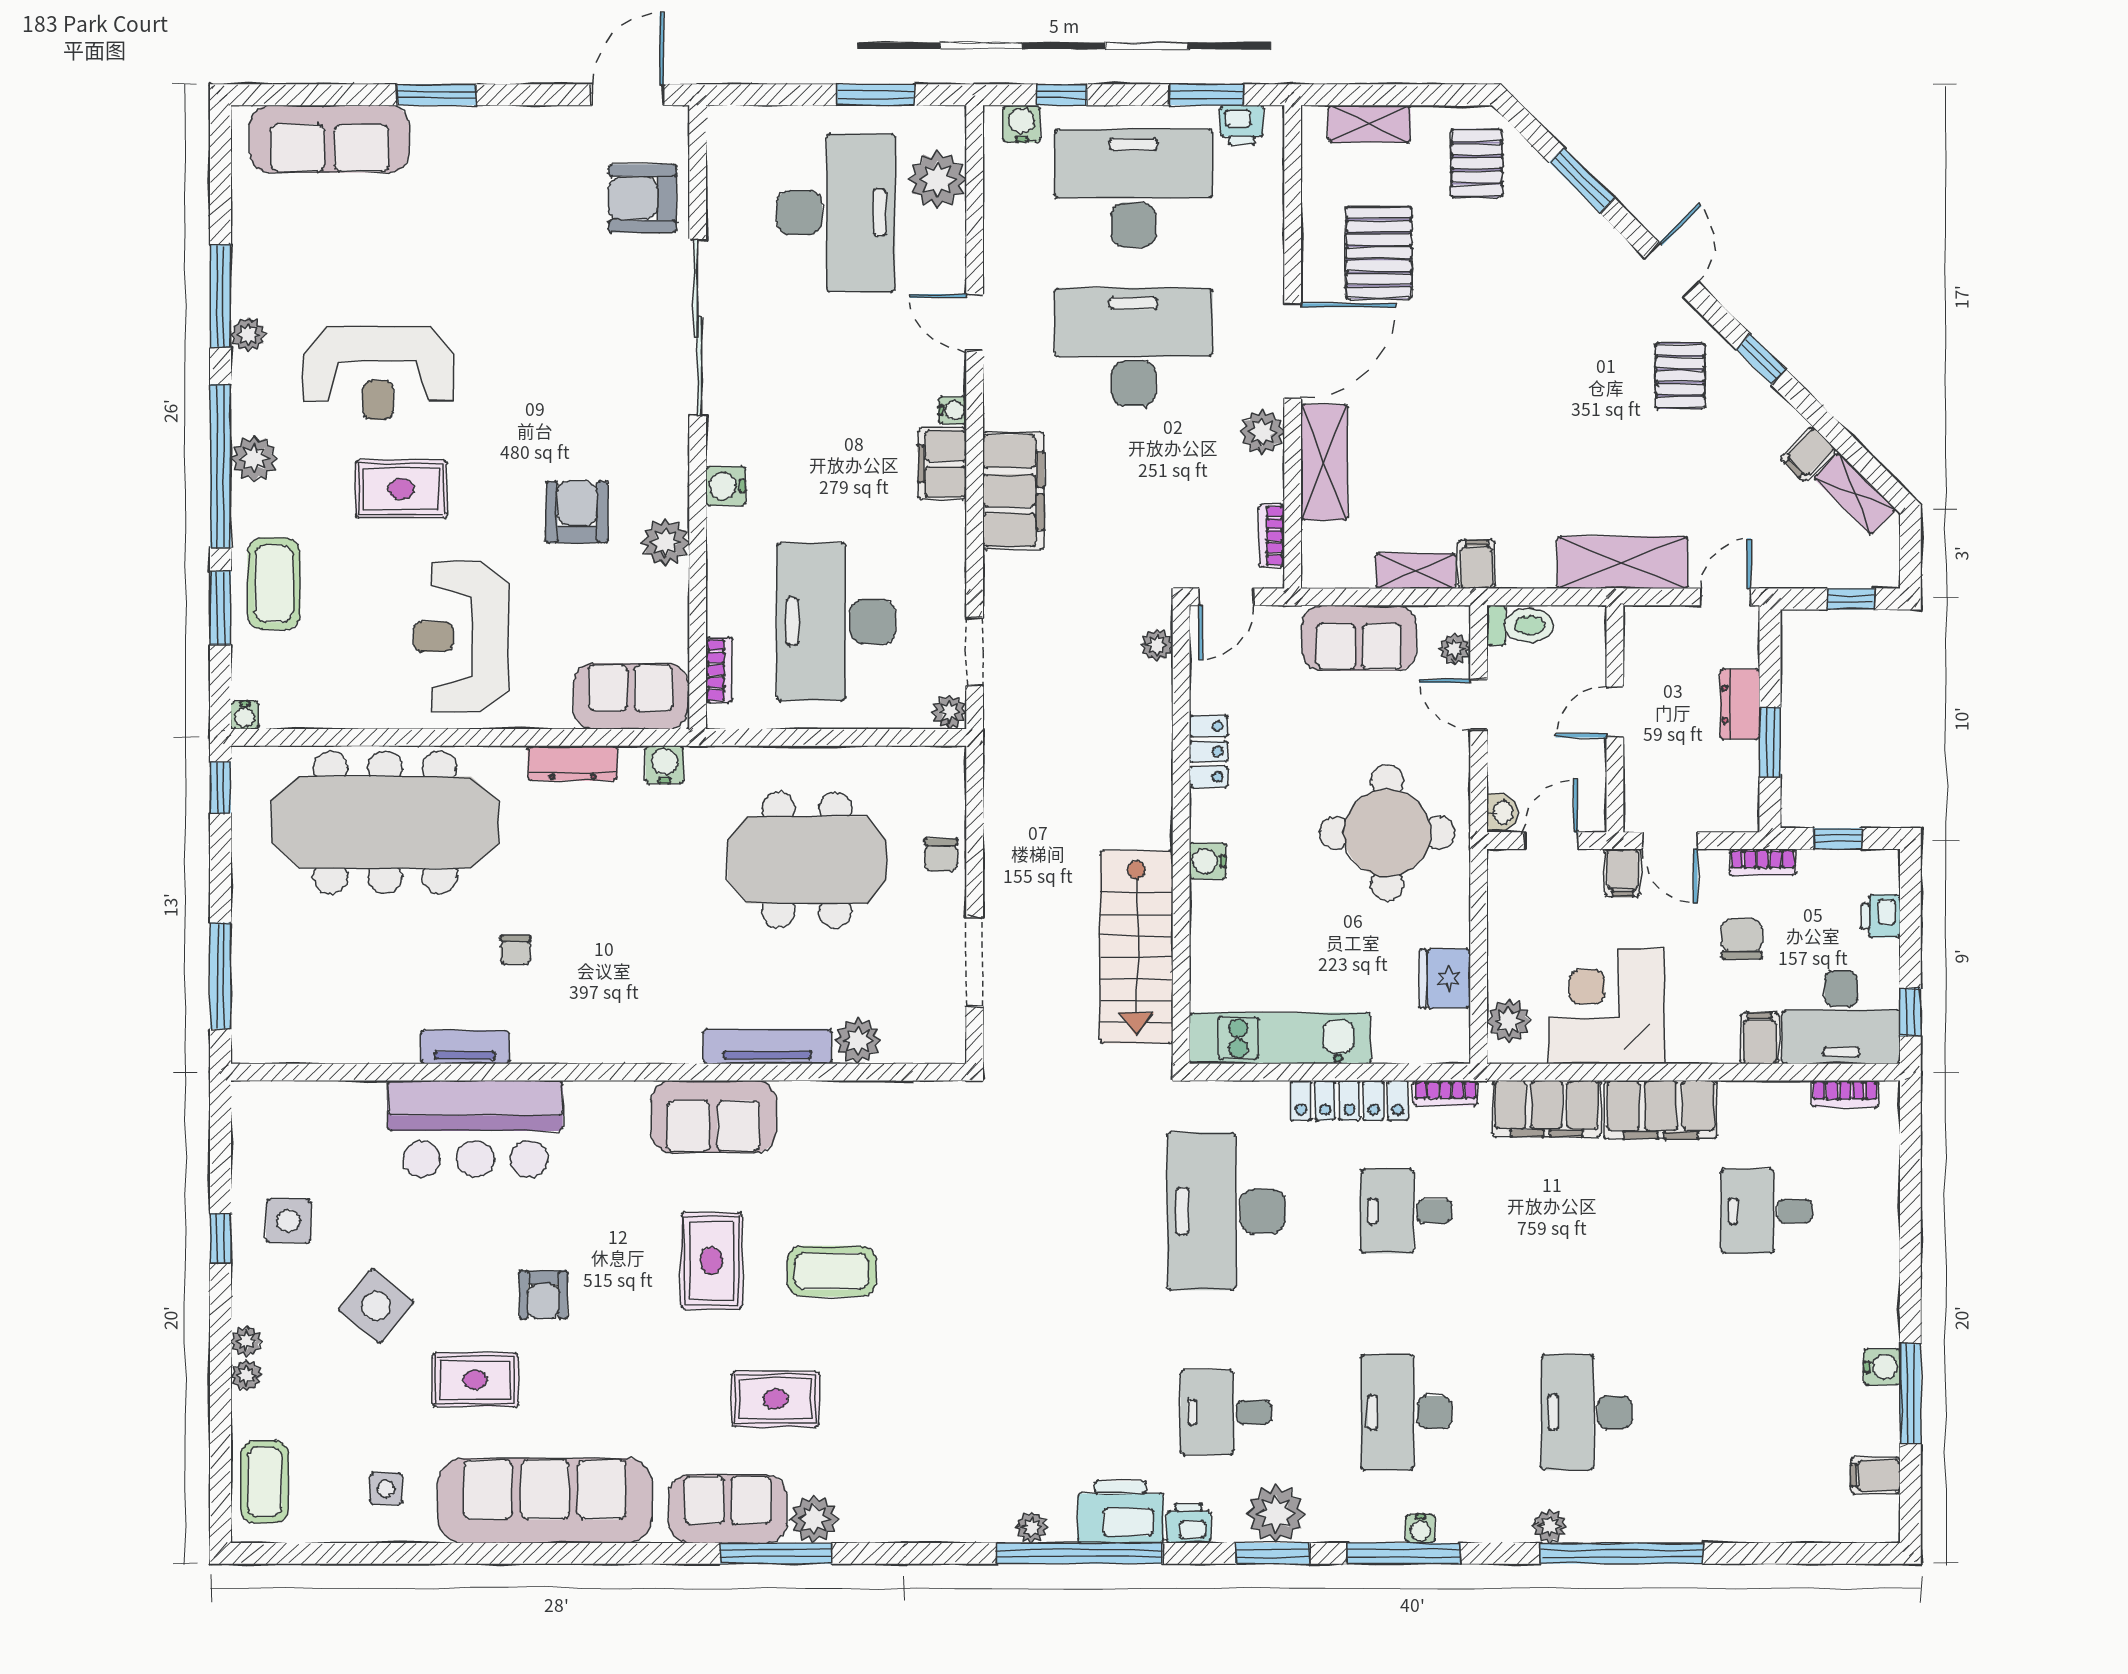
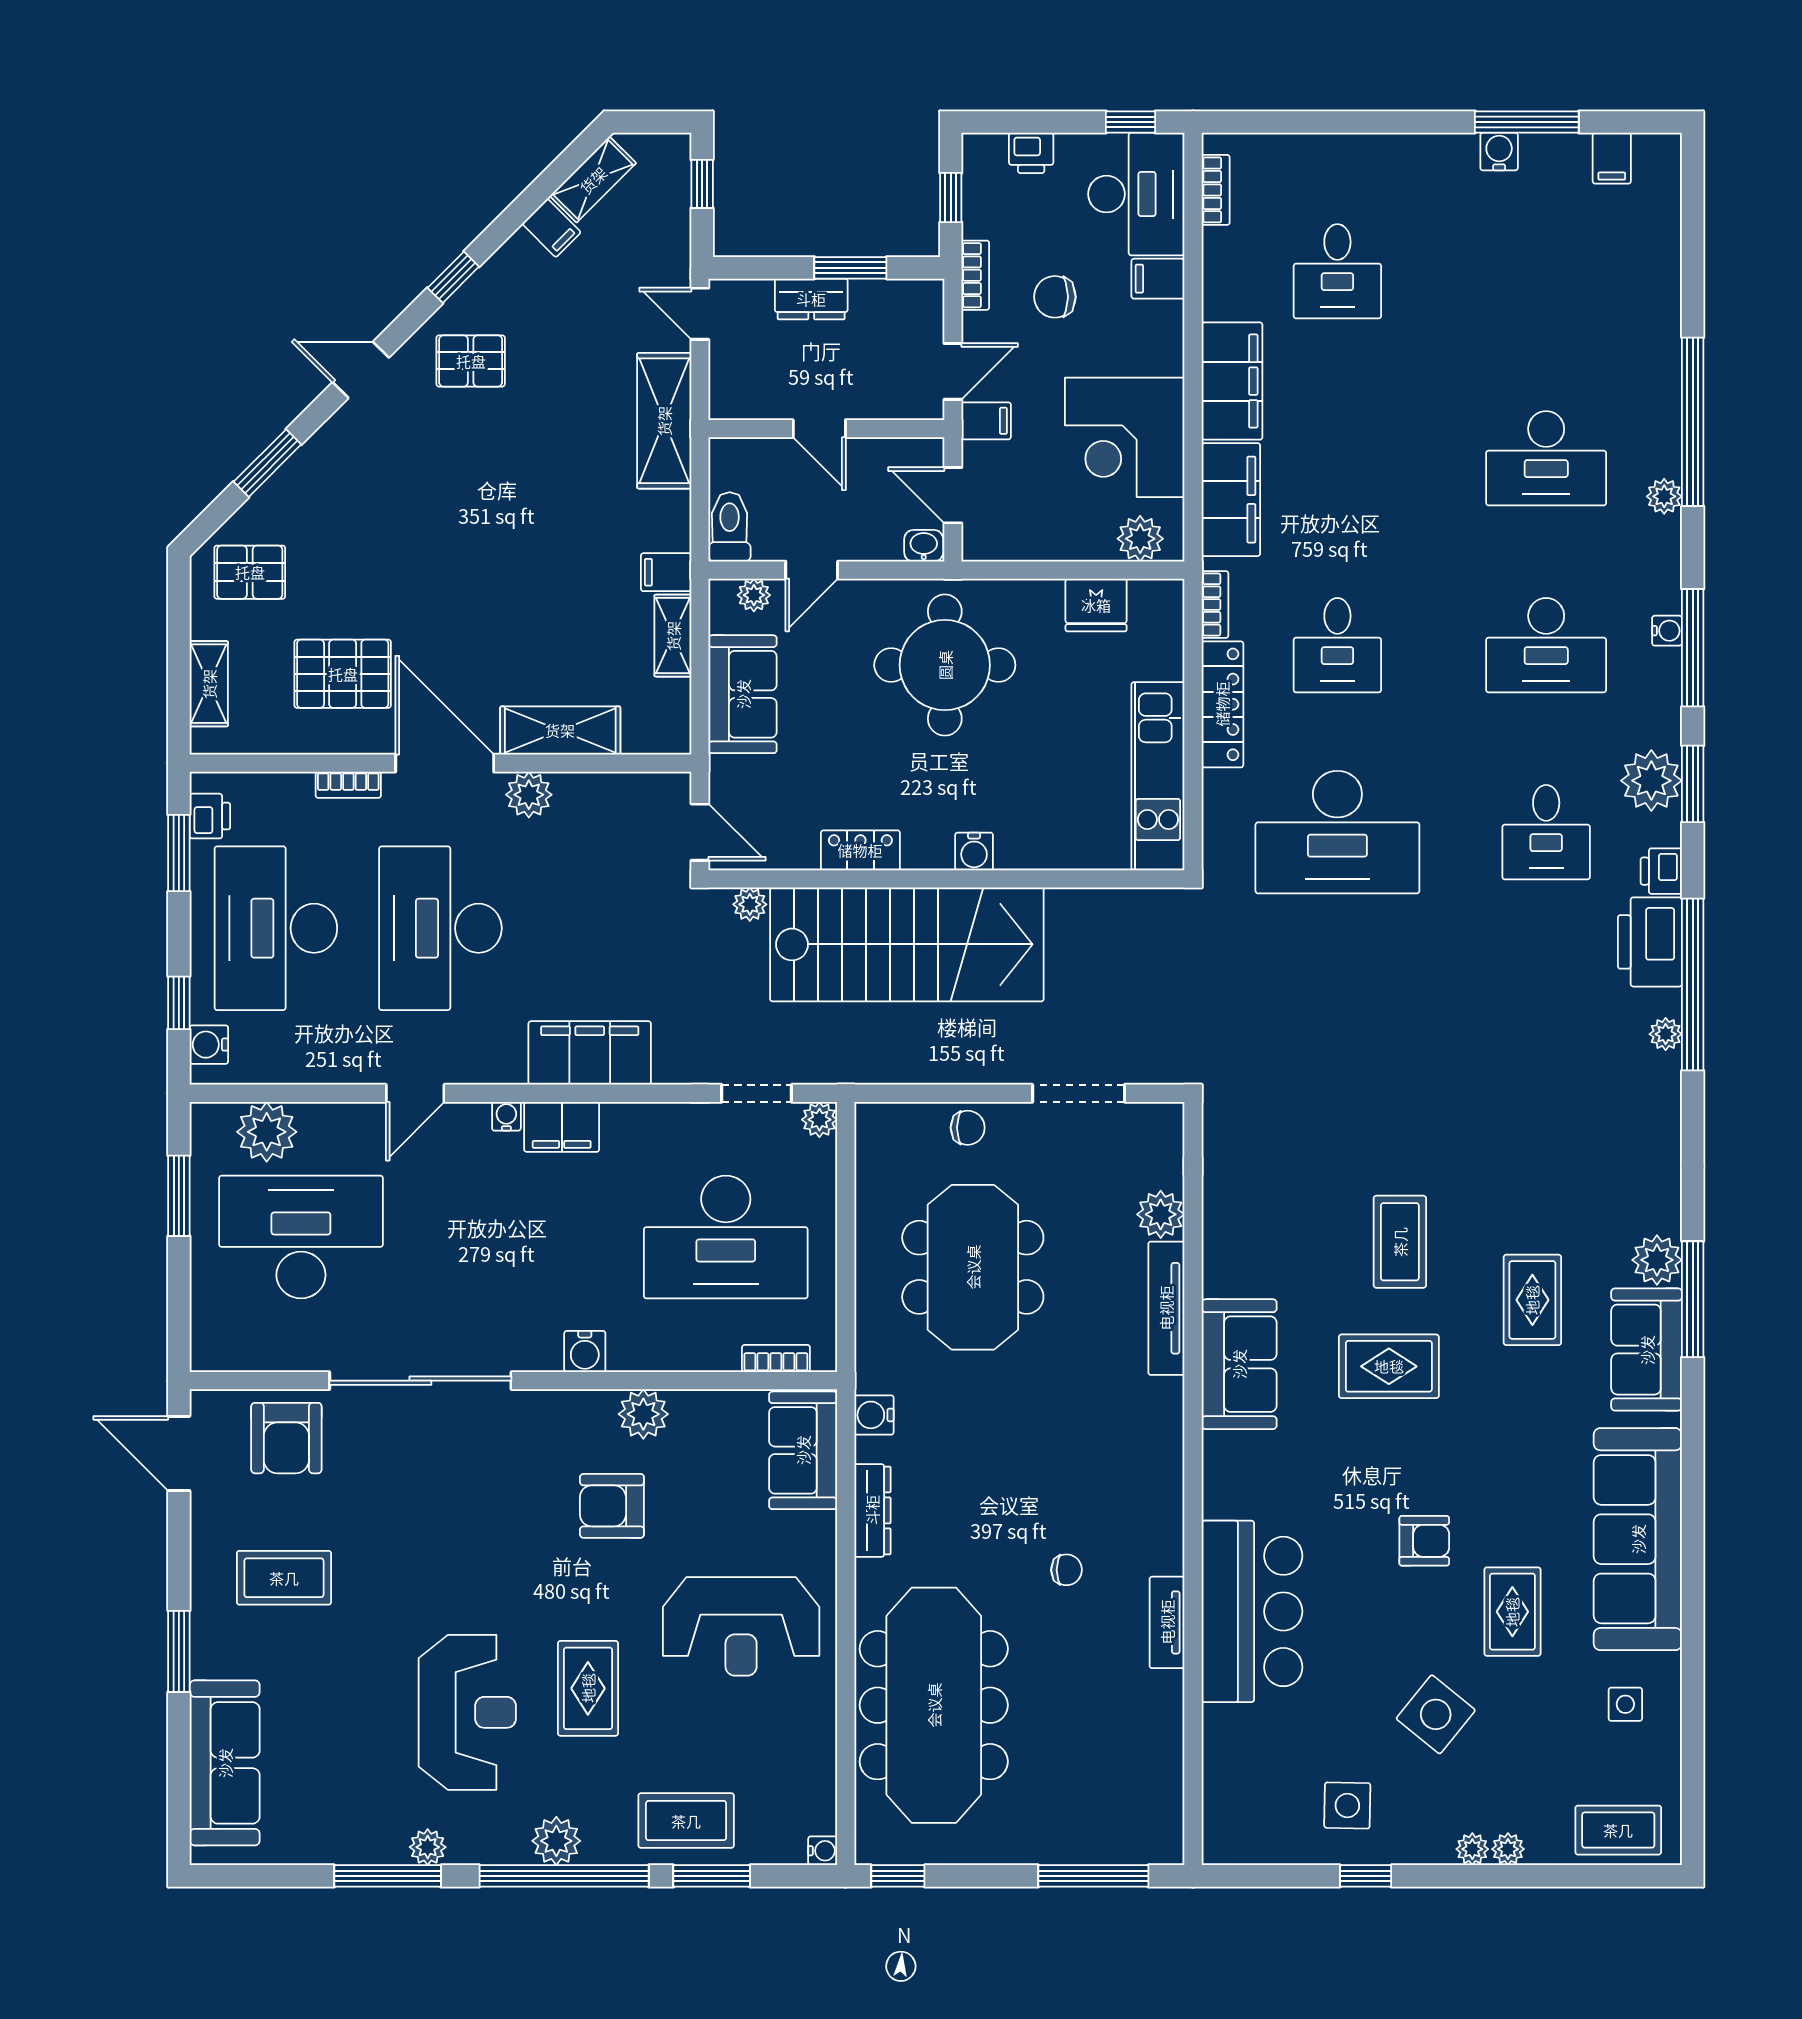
coffee table: (508, 196) -> (284, 1578), added
bookcase: (1272, 536) -> (348, 785), moved
stairs: (1136, 947) -> (907, 944), moved, width x1.36, depth x1.51

